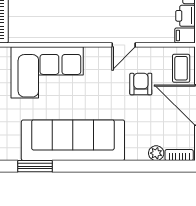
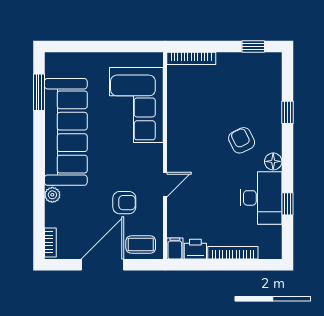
door: (124, 45) -> (165, 185), swing flipped
plant: (156, 153) -> (52, 195), moved

